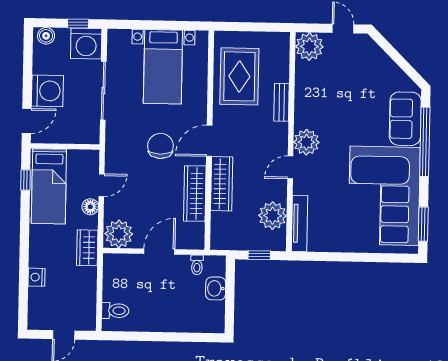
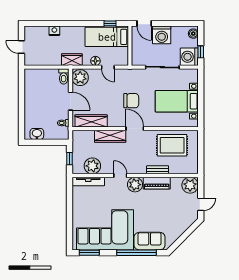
piano: (305, 104) -> (157, 183), added
wardrobe: (195, 193) -> (91, 121), moved
washbasin: (216, 288) -> (37, 134), moved
toilet: (115, 311) -> (64, 76), moved

